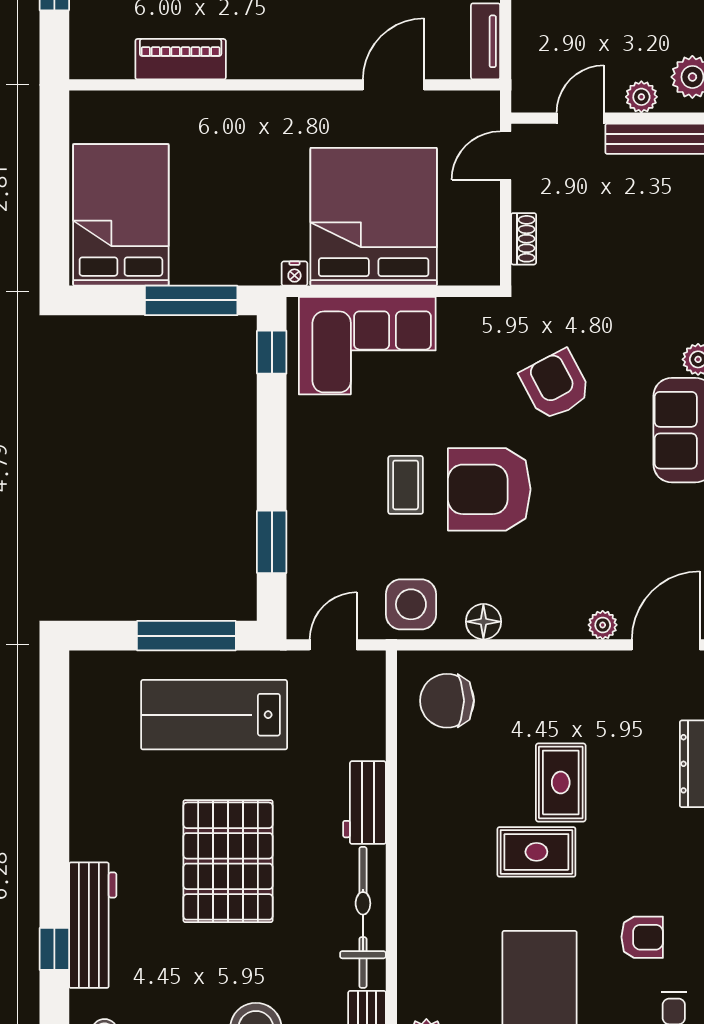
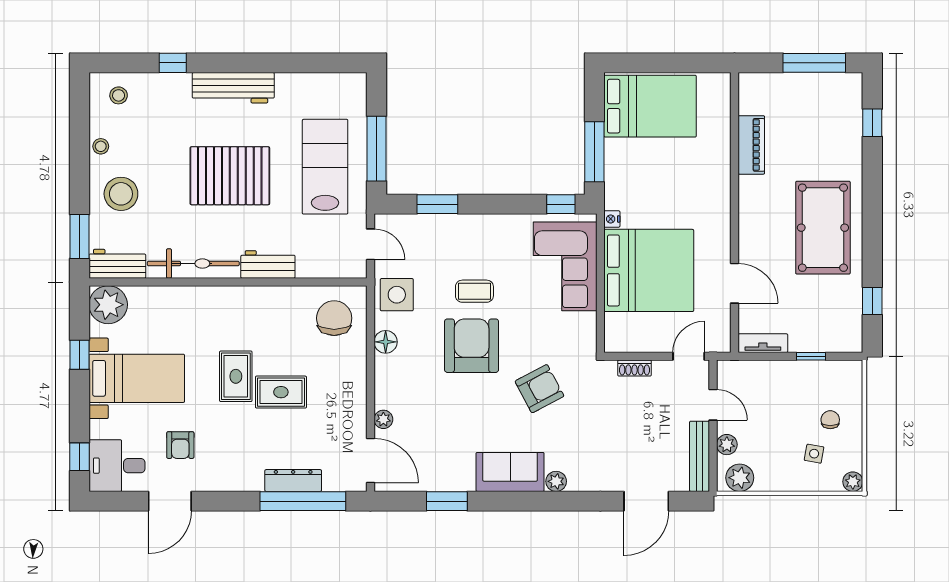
door: (506, 156) -> (689, 356), hinge flipped
workbench: (93, 925) -> (233, 88), moved

